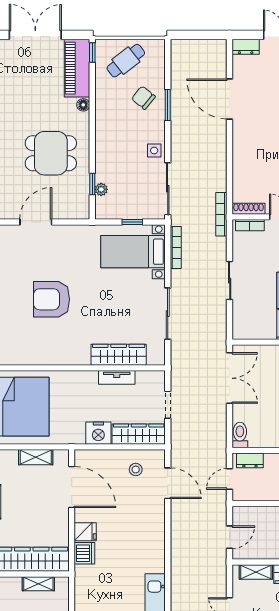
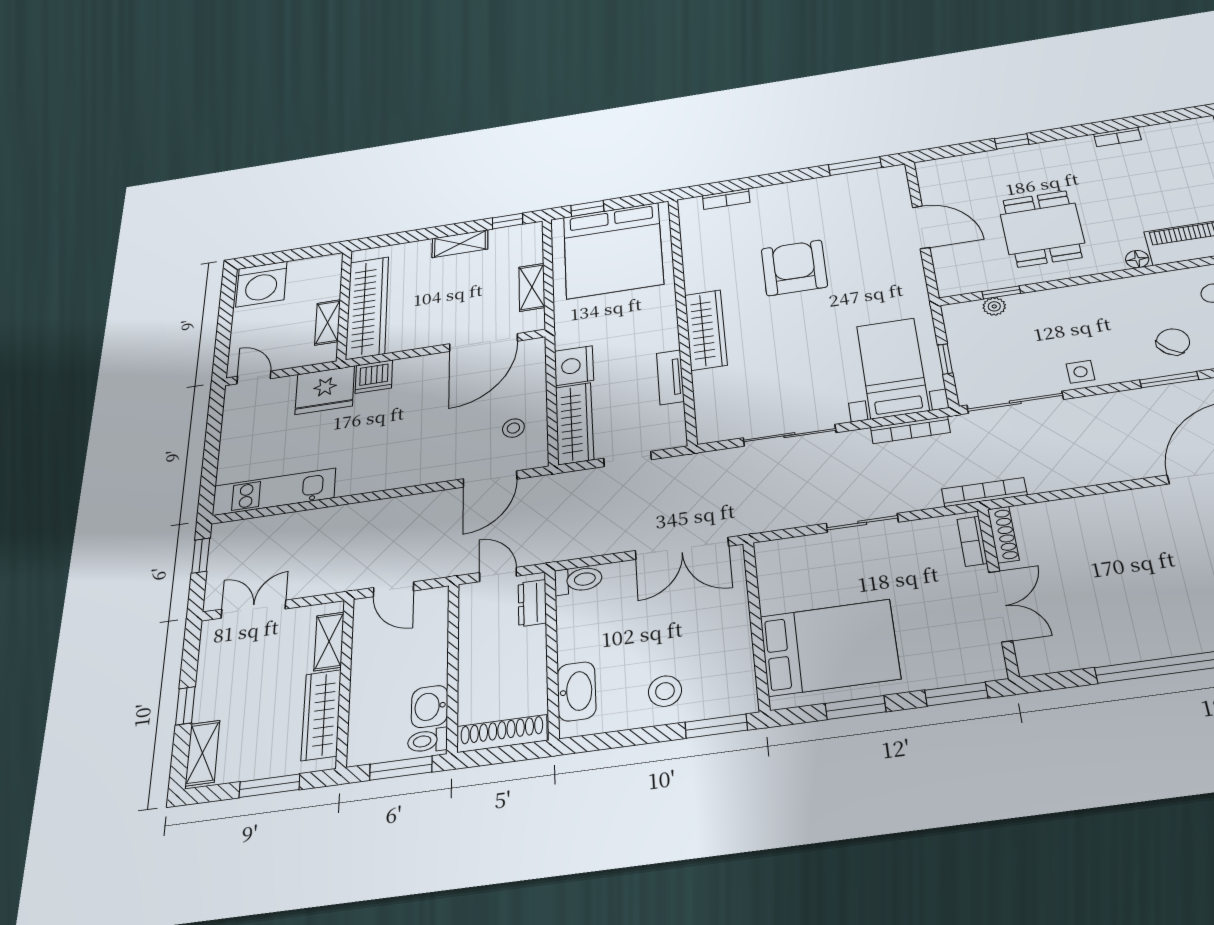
wardrobe: (119, 355) -> (706, 330), moved
fridge: (85, 532) -> (325, 390), moved, width x1.88, depth x1.34

